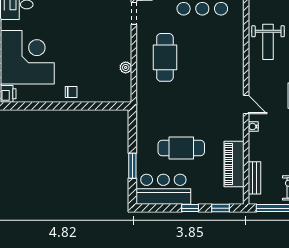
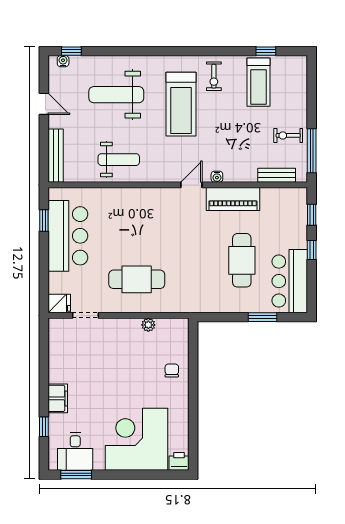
chair: (71, 92) -> (172, 371), moved
piano: (234, 164) -> (233, 199), moved

